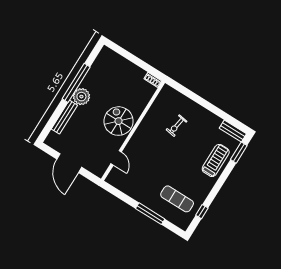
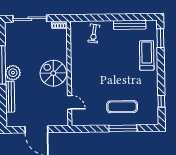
sliding door: (129, 56) -> (30, 19), added
exercise bike: (177, 126) -> (94, 33), moved
bench: (233, 131) -> (130, 25), moved, width x1.36
exercise mat: (177, 199) -> (122, 107), moved

